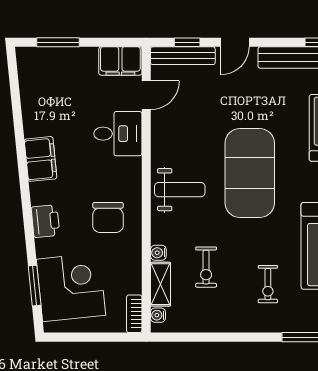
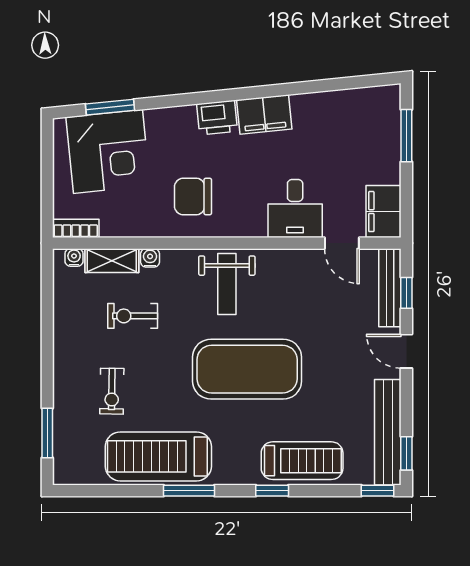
printer: (45, 221) -> (217, 118), moved
exercise bike: (268, 284) -> (112, 391), turned -89

